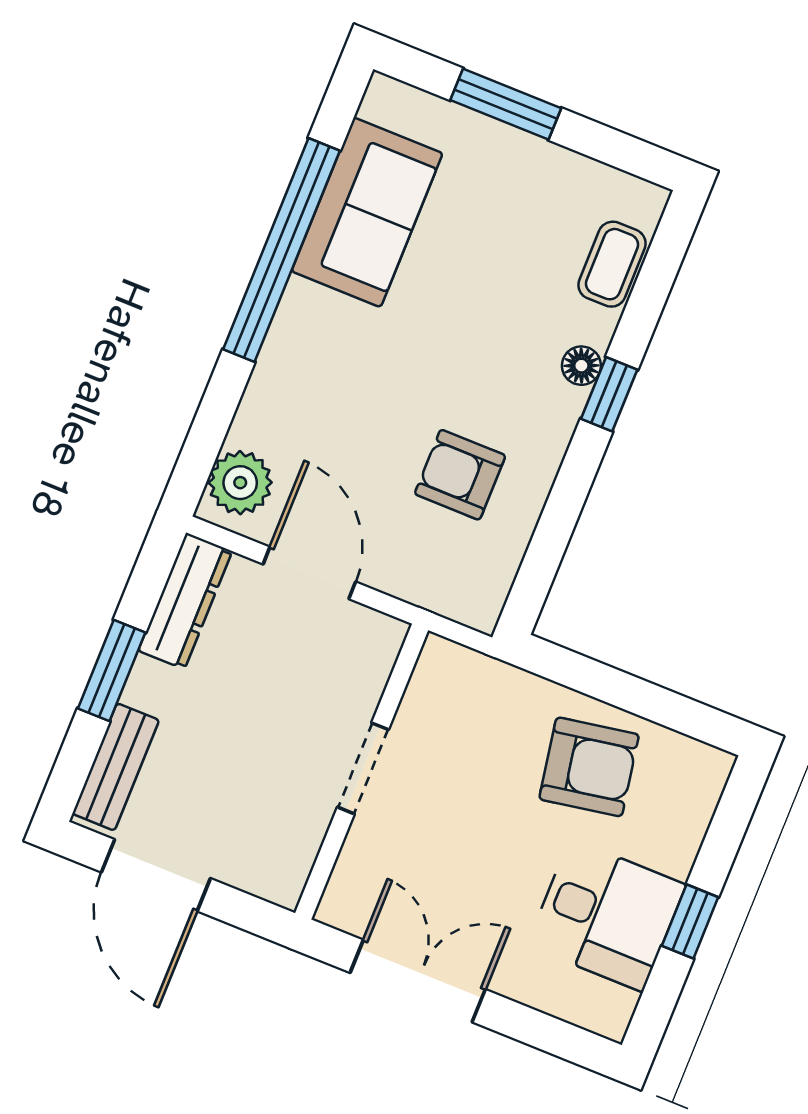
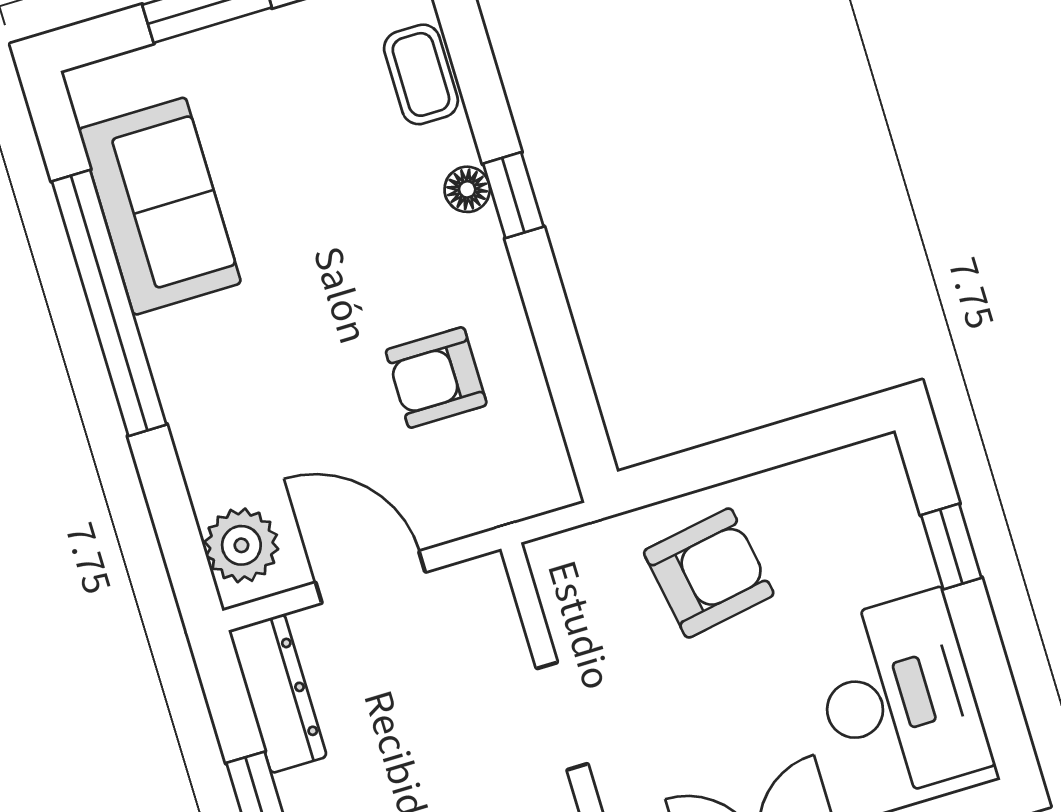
armchair: (589, 767) -> (709, 573), moved
desk: (606, 915) -> (899, 697), width x1.37
window: (690, 922) -> (951, 546), moved

